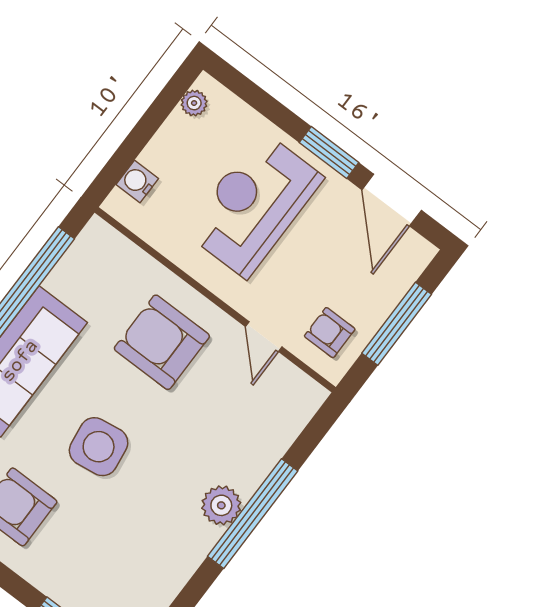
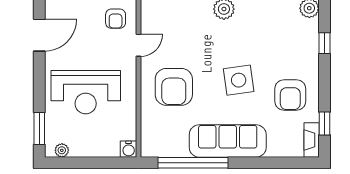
window: (329, 153) -> (39, 129), moved
water cooler: (137, 182) -> (129, 149), moved

